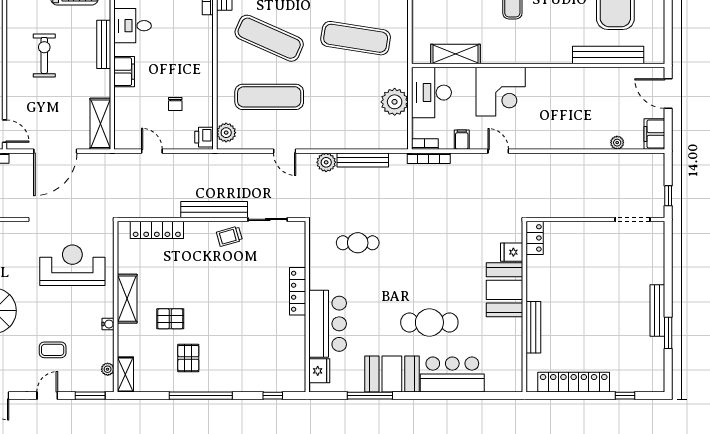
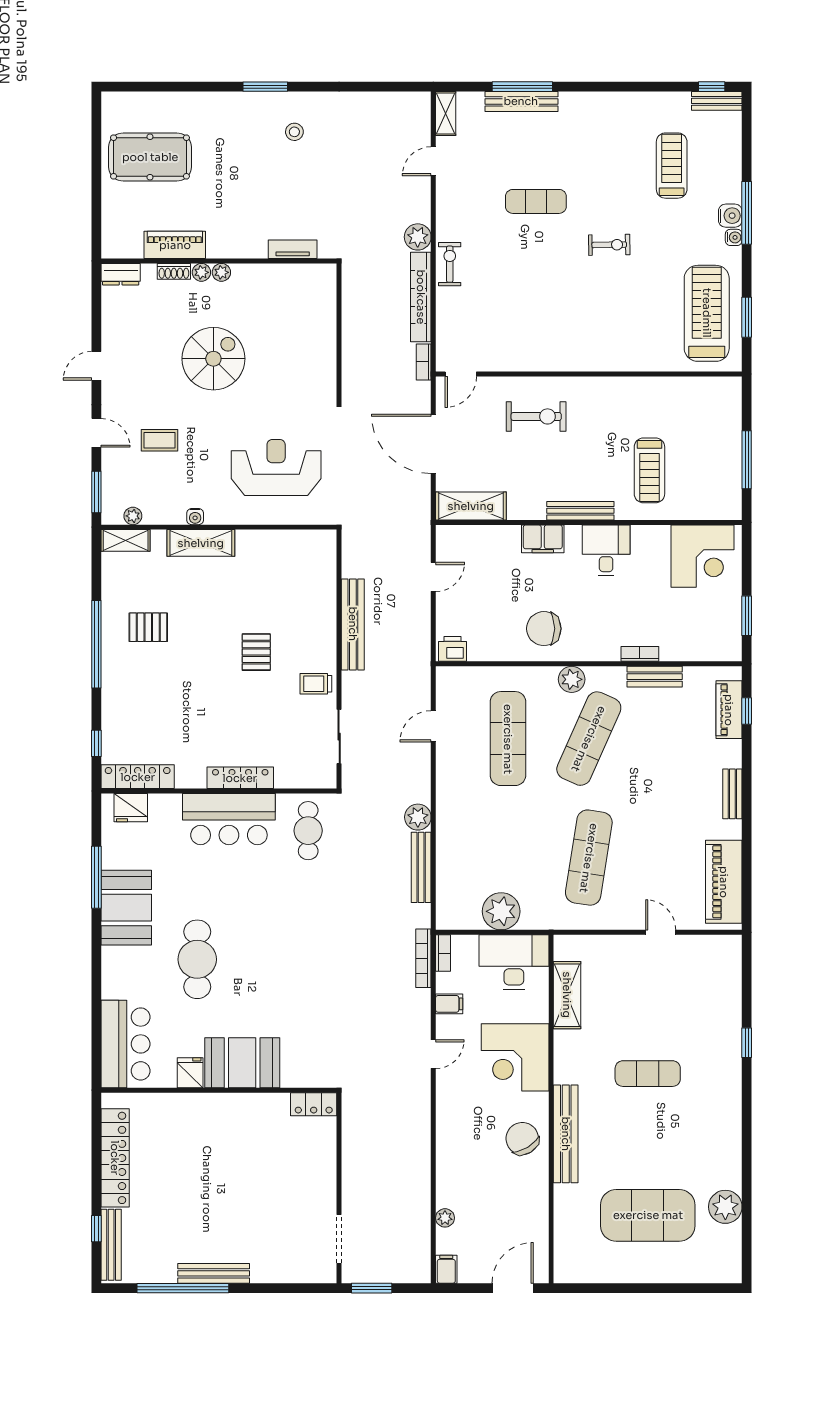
exercise bike: (44, 55) -> (536, 416), moved
bench: (608, 55) -> (566, 1134), moved
chair: (560, 87) -> (522, 1139), added
chair: (175, 104) -> (544, 629), moved, width x1.87, depth x1.87
plant: (226, 133) -> (572, 679), moved
filing cabinet: (654, 134) -> (446, 1269), width x0.50
door: (285, 151) -> (433, 726), moved
window: (668, 196) -> (372, 1288), width x1.50
bench: (214, 210) -> (353, 624), moved
locker: (157, 230) -> (138, 777), moved, turned 90
trolley: (229, 236) -> (316, 684), turned -74
cafe table: (358, 243) -> (308, 831), moved
fridge: (512, 252) -> (190, 1073), moved
reception desk: (72, 265) -> (276, 467), turned -90
shelving: (127, 299) -> (201, 543), moved
pallet: (170, 319) -> (256, 652), moved
bar counter: (328, 324) -> (229, 819), moved
bench: (533, 327) -> (111, 1245), moved, turned 90
window: (668, 333) -> (183, 1288), width x2.11
coffee table: (53, 350) -> (159, 440), turned 90
bar counter: (452, 375) -> (126, 1044), moved

